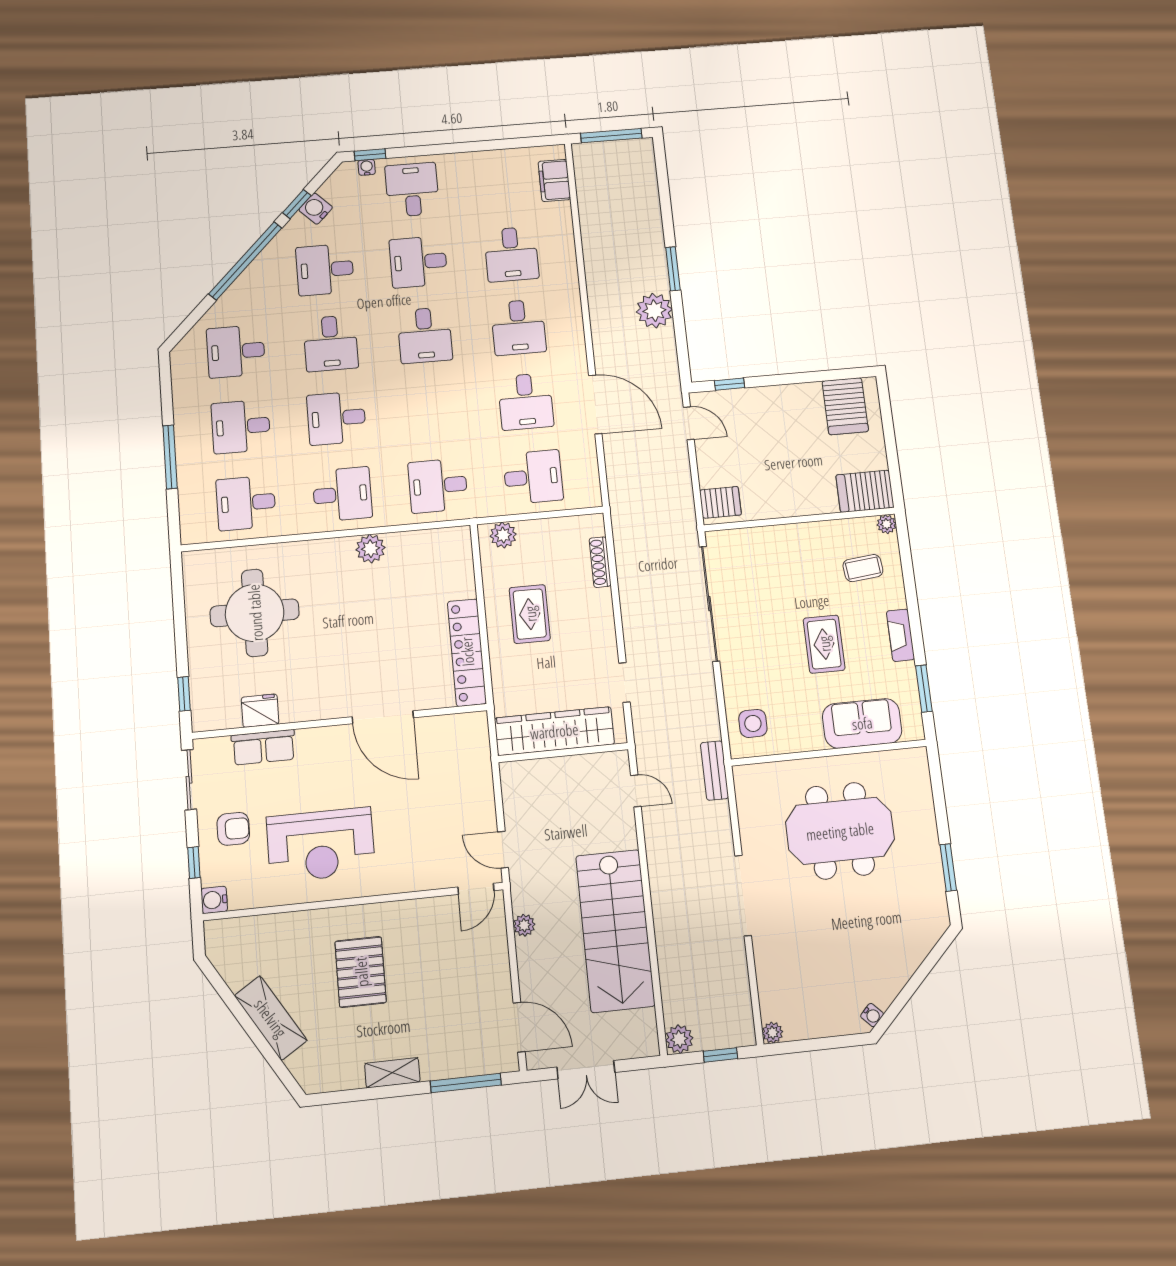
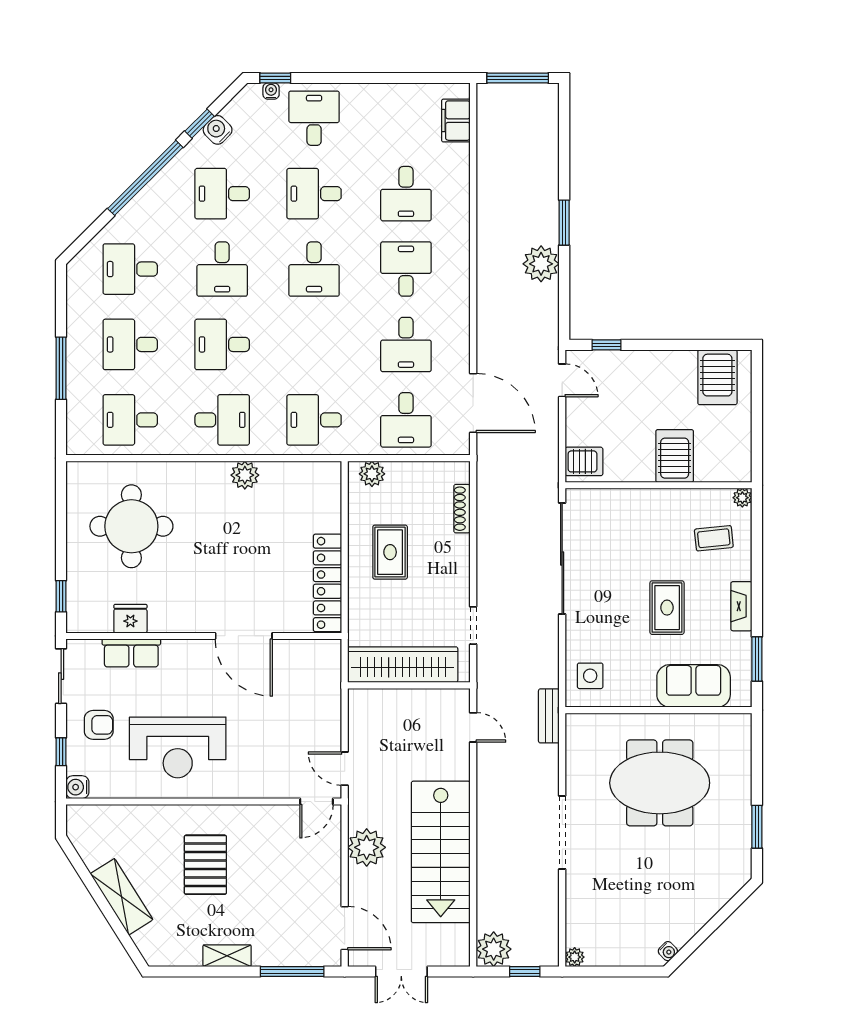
desk: (518, 327) -> (406, 269), turned 180
door: (595, 404) -> (473, 403), moved
desk: (533, 477) -> (406, 420), turned 90
server rack: (865, 491) -> (675, 456), moved, turned 90
plant: (524, 925) -> (367, 847), width x1.87, depth x1.87
plant: (679, 1039) -> (494, 949), width x1.36, depth x1.36

